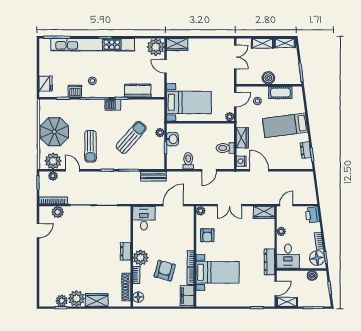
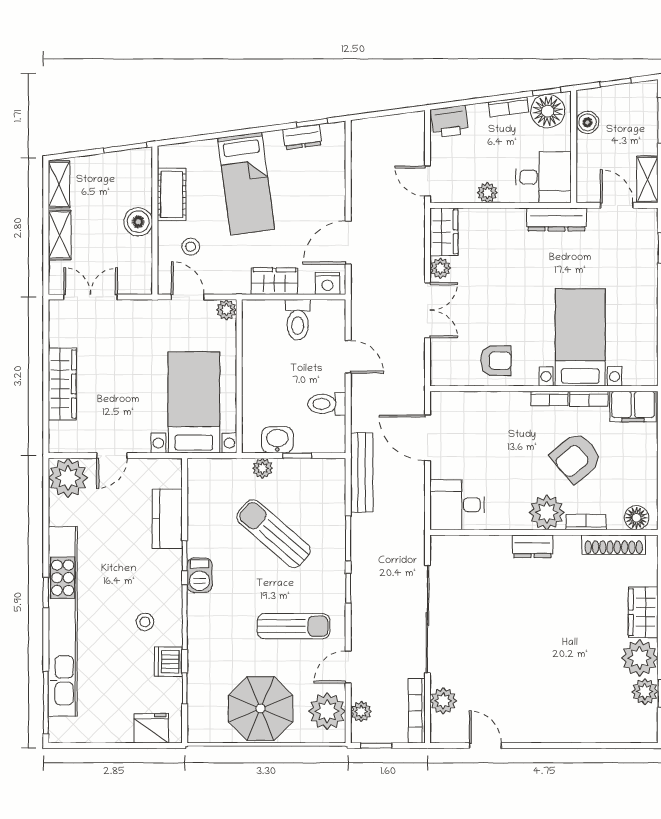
wardrobe: (177, 44) -> (62, 384), moved, width x1.50
bench: (153, 176) -> (362, 473), width x1.36
plant: (201, 211) -> (440, 268), moved
armchair: (165, 271) -> (576, 457), turned -55

